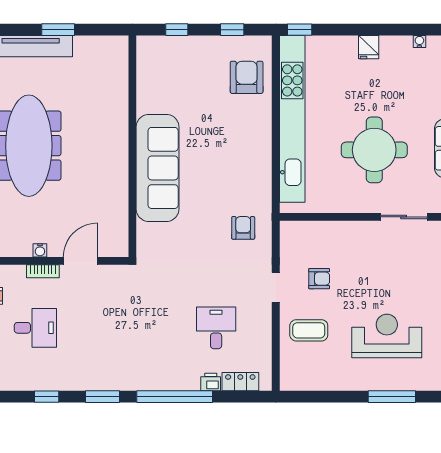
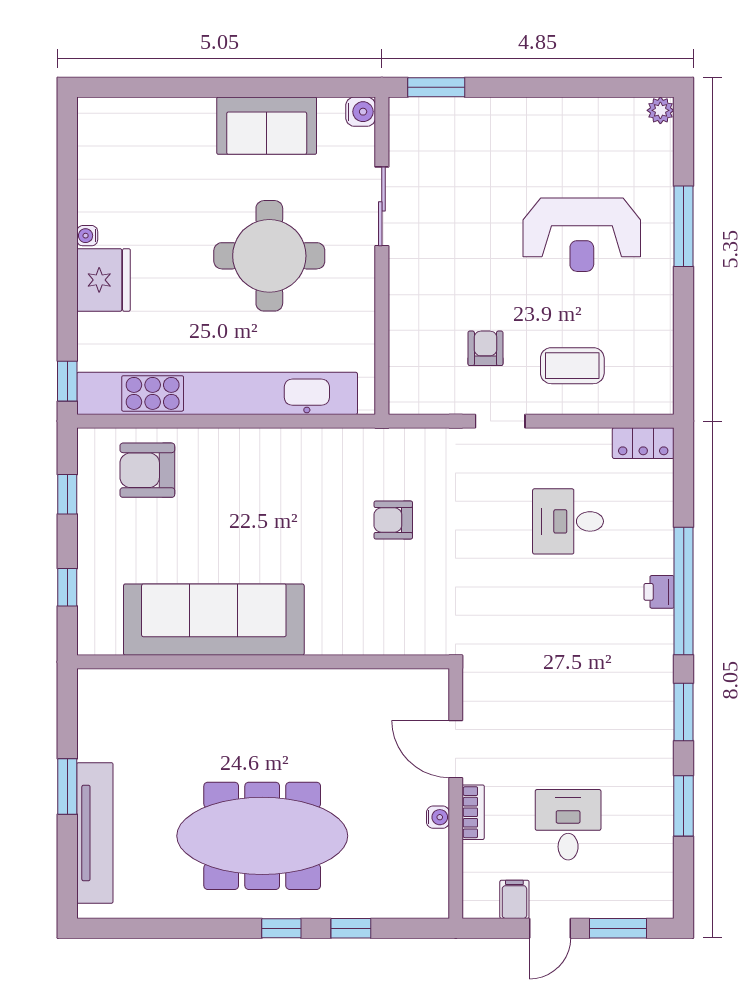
water cooler: (419, 41) -> (87, 236), moved
fridge: (369, 47) -> (104, 280), width x1.88, depth x1.34
sofa: (158, 168) -> (214, 620), moved
armchair: (243, 228) -> (393, 520), moved
coffee table: (309, 330) -> (572, 366), turned 90
reception desk: (387, 336) -> (582, 235), turned -90
printer: (211, 382) -> (659, 592), moved
locker: (240, 382) -> (643, 443), moved, turned -90
window: (47, 397) -> (684, 806), width x1.50

